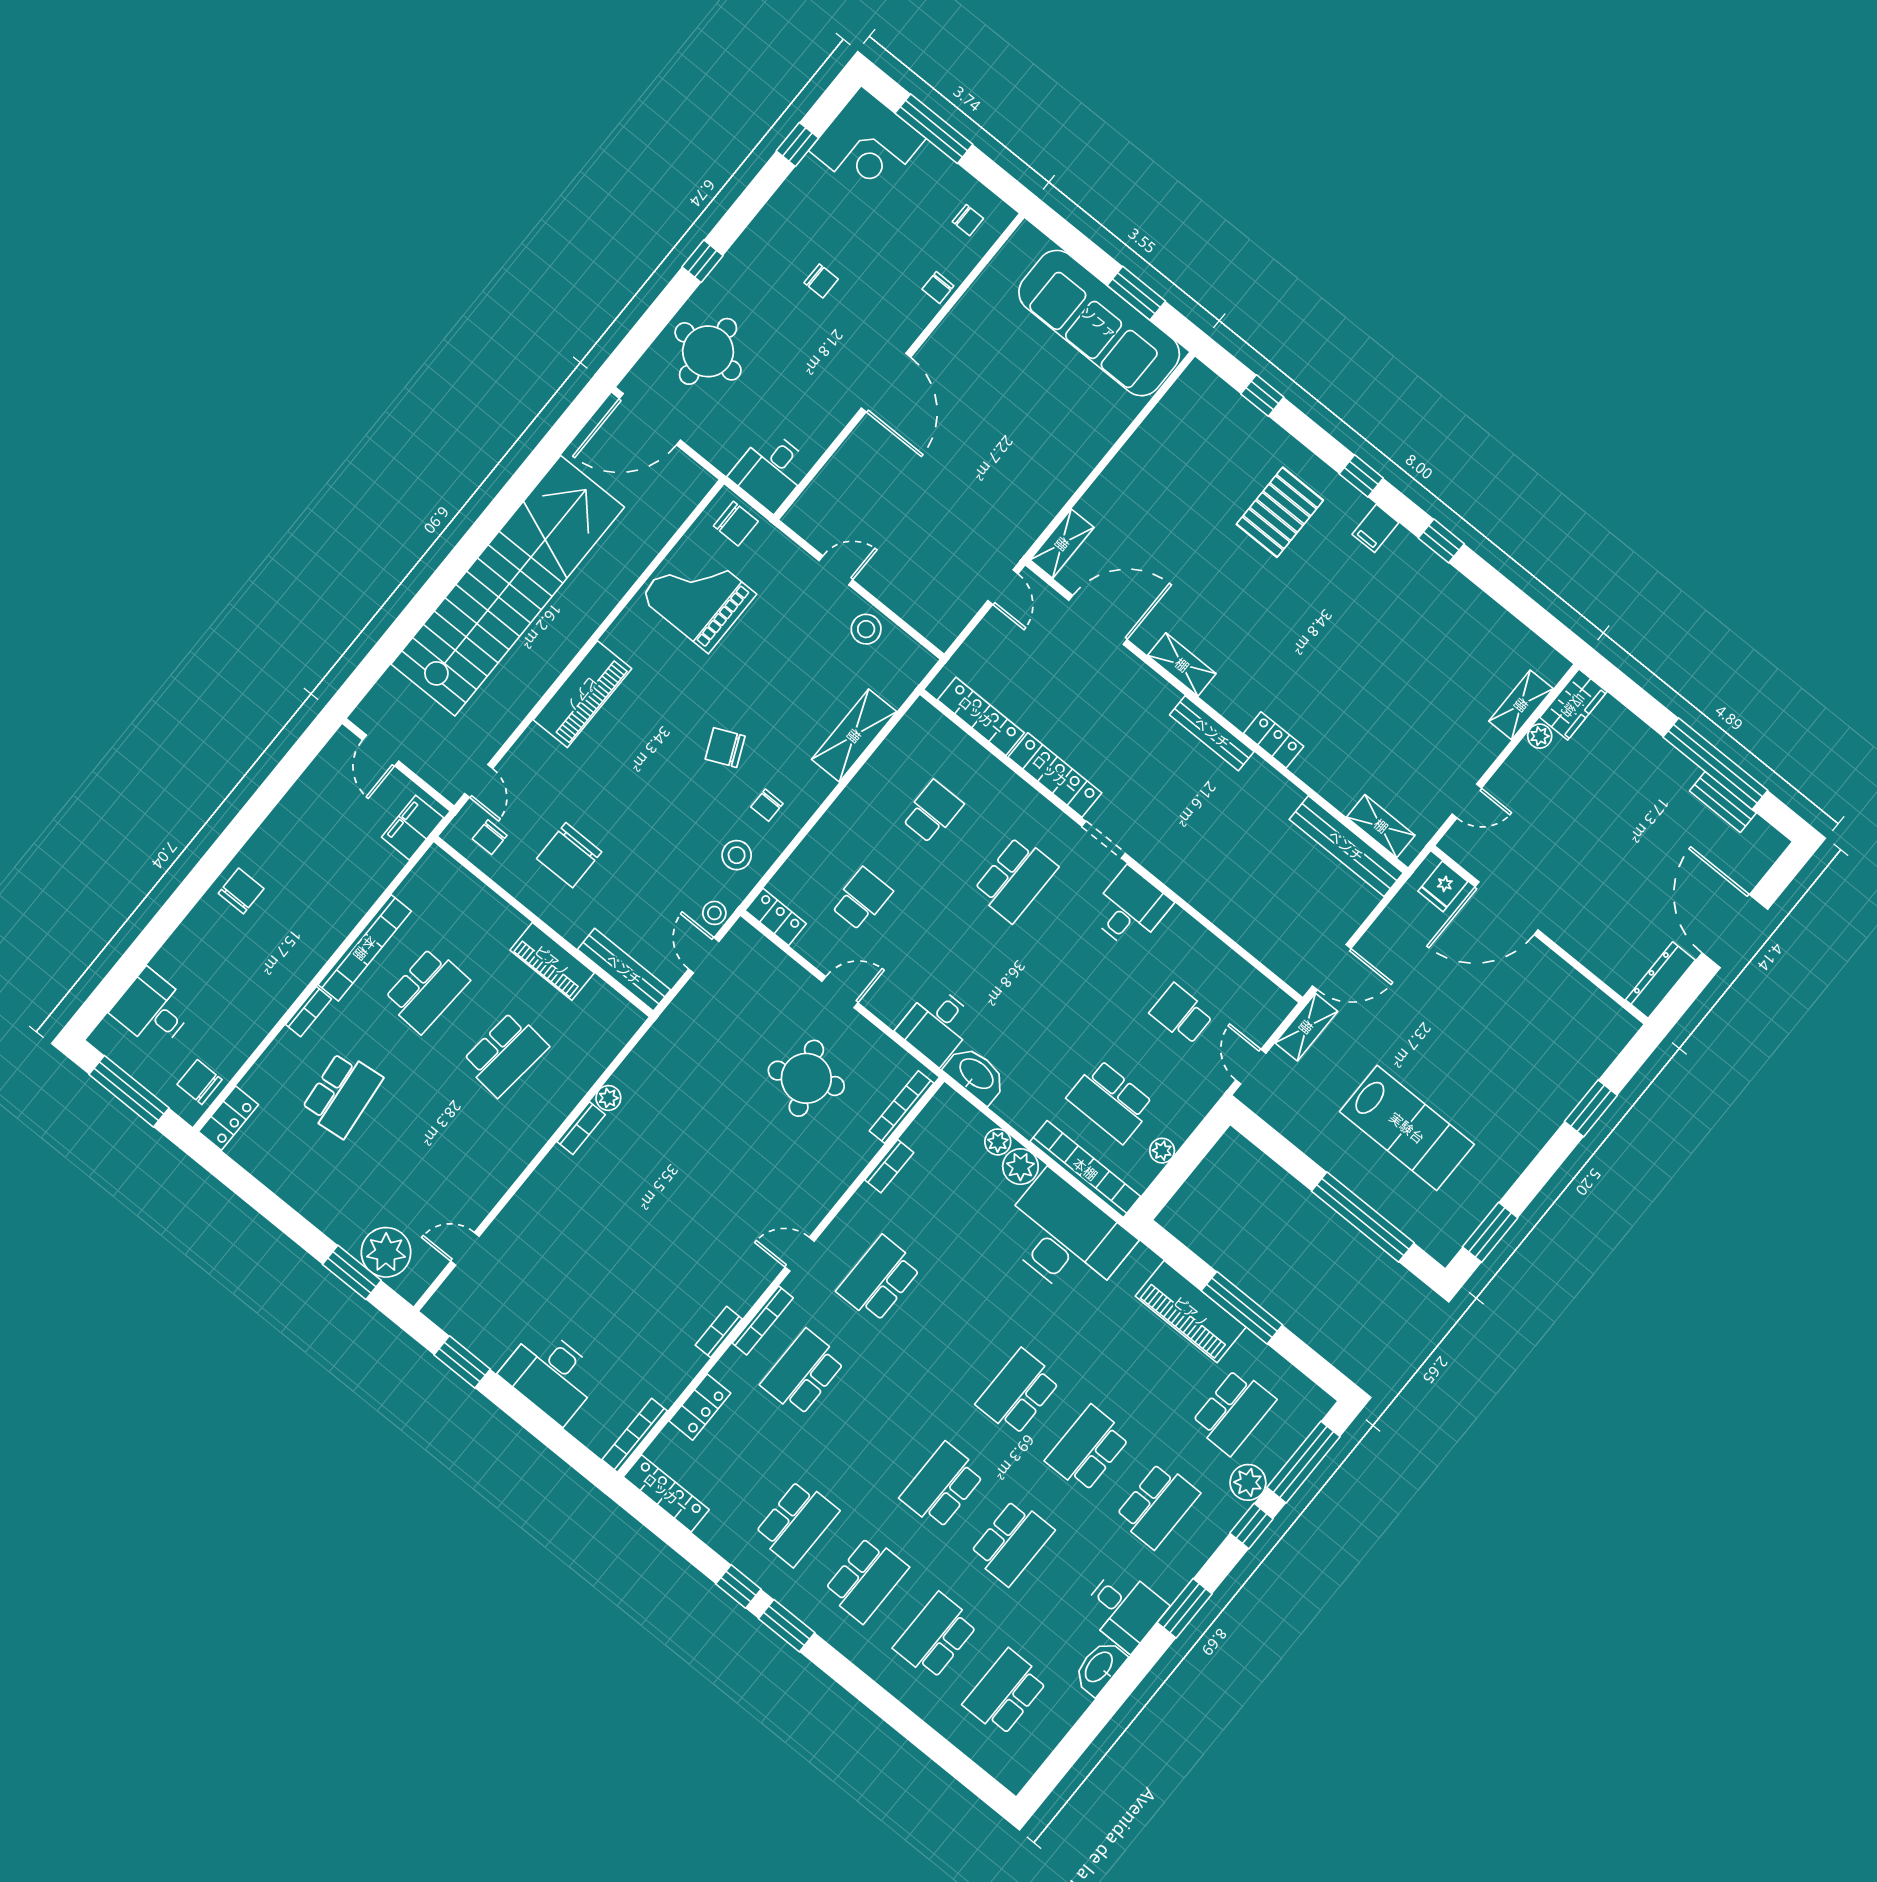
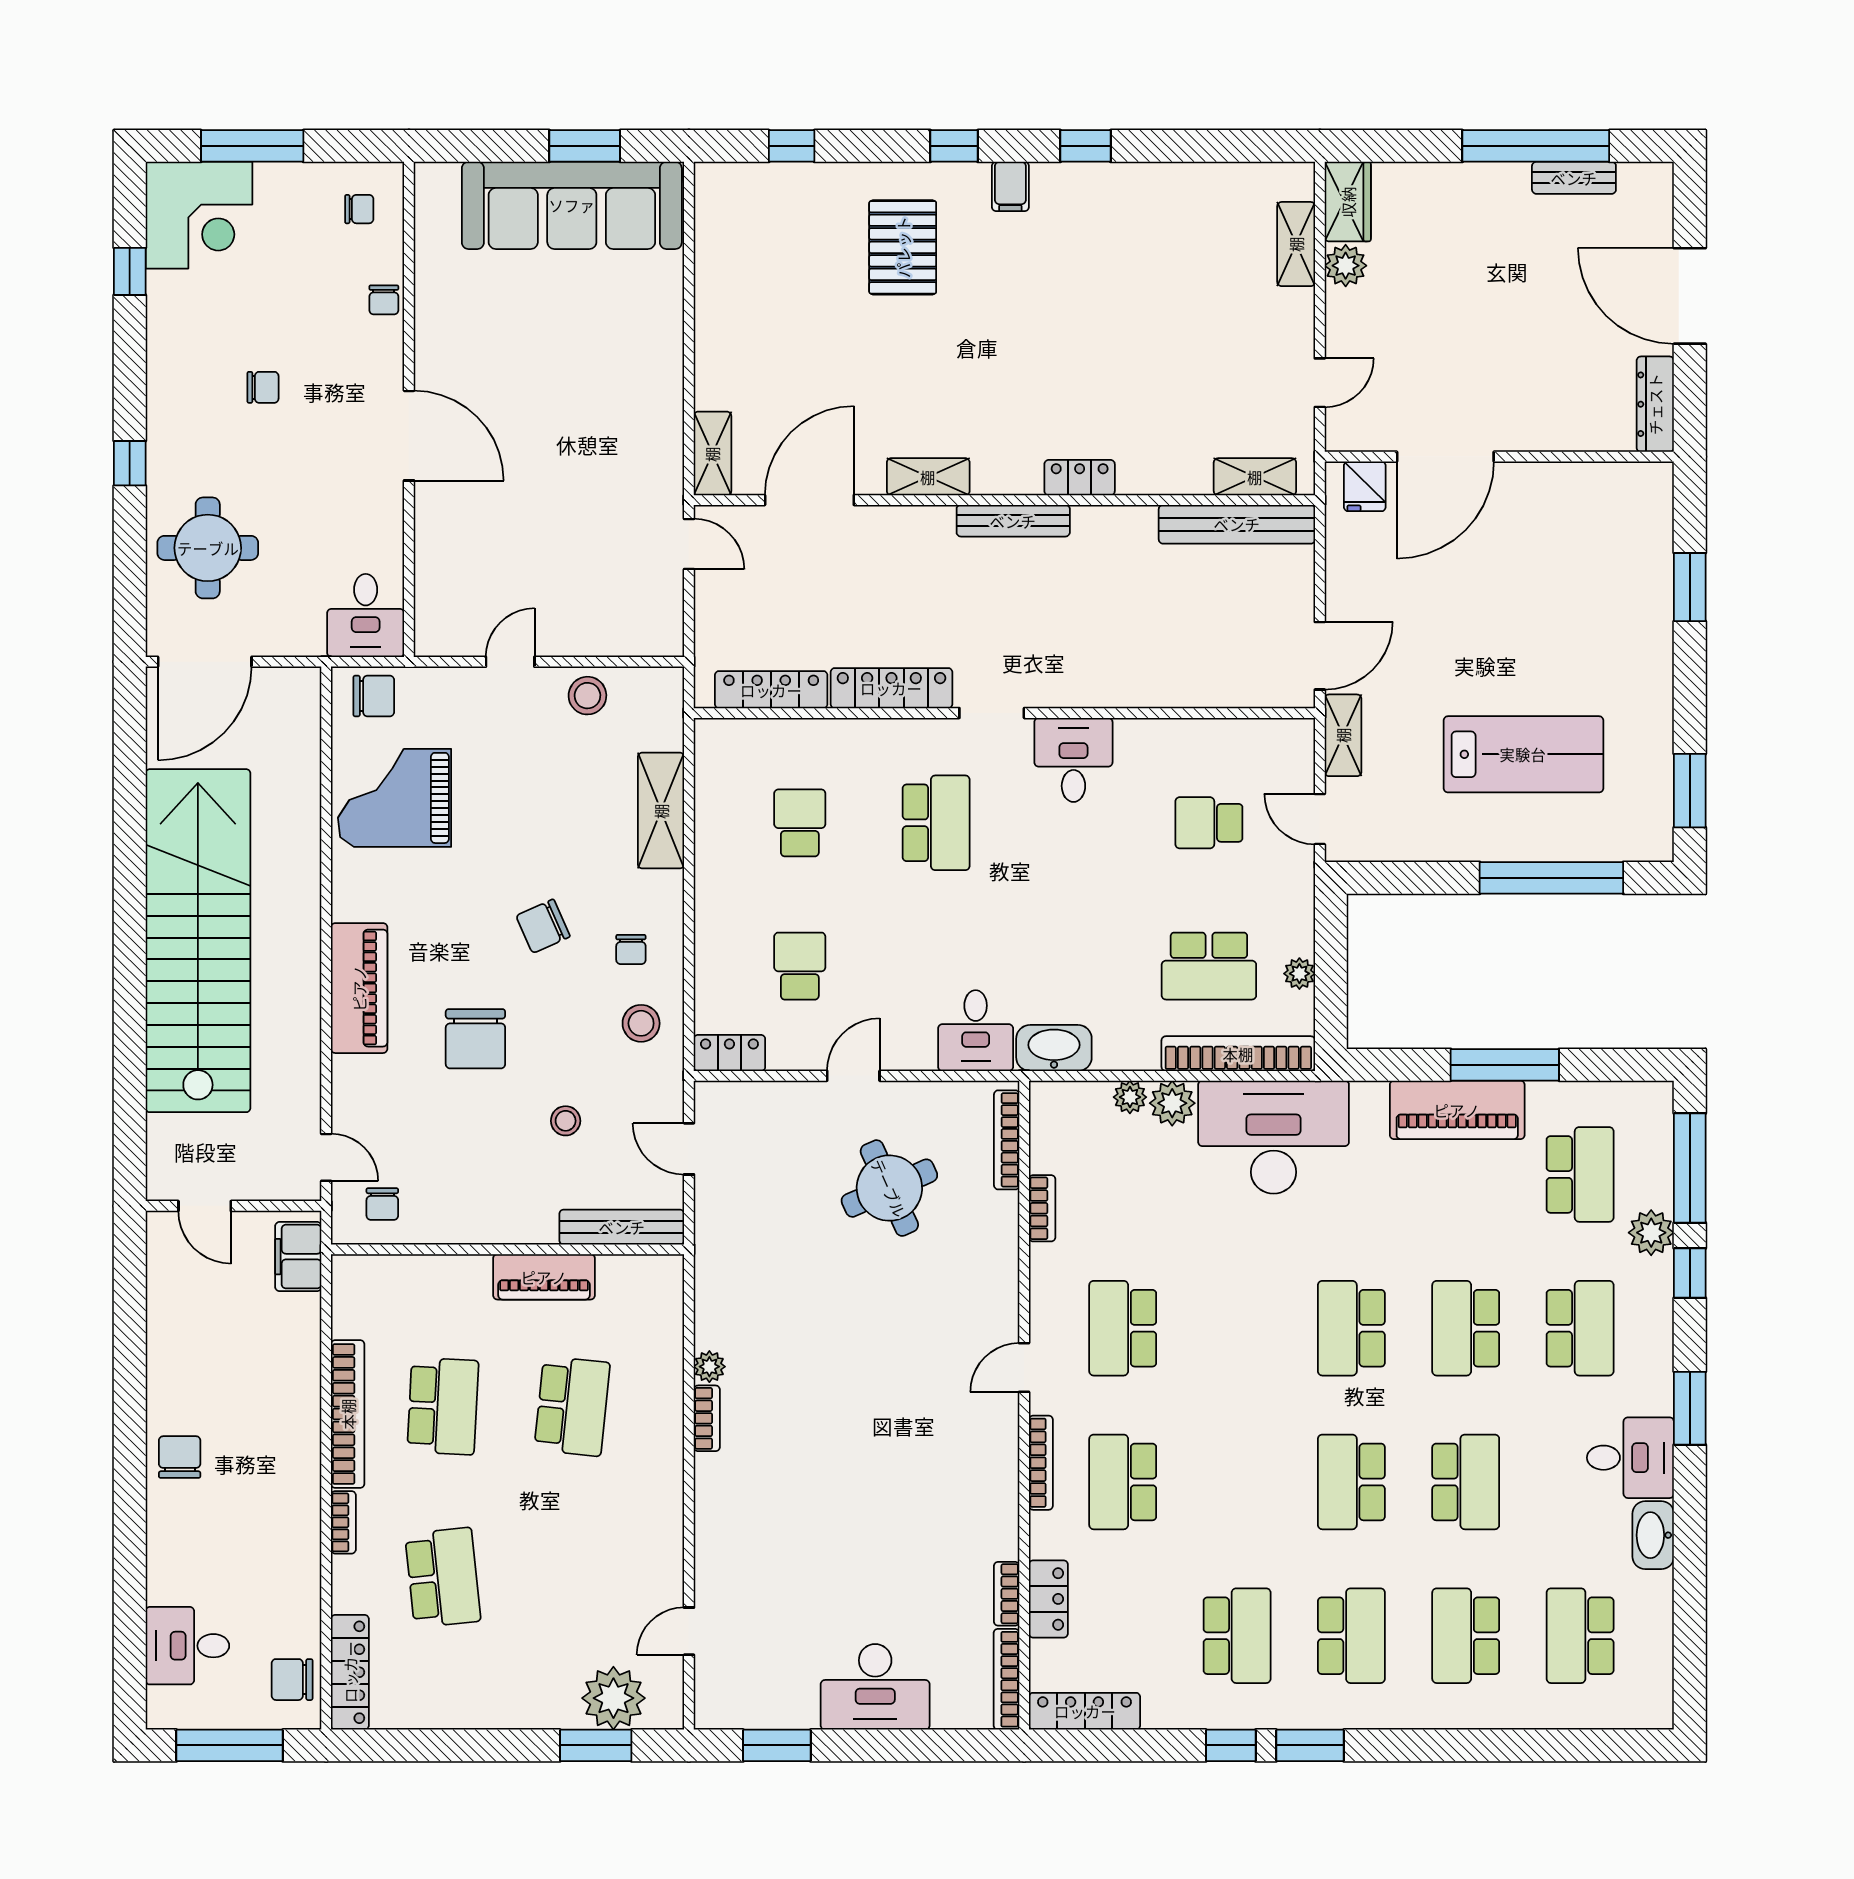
plant: (1540, 736) -> (1346, 266), width x1.38, depth x1.38
chair: (569, 855) -> (475, 1039), moved
stool: (714, 913) -> (566, 1121), moved
locker: (229, 1118) -> (350, 1672), width x1.53
bookcase: (719, 1332) -> (1007, 1594), moved

